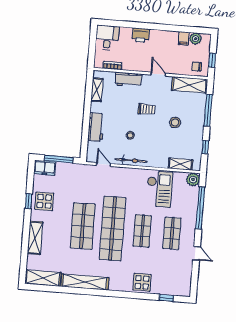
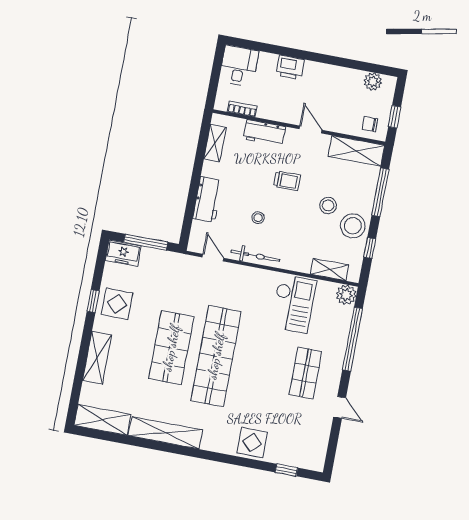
filing cabinet: (184, 38) -> (355, 79), removed
stool: (193, 134) -> (353, 226), added
shop shelf: (142, 231) -> (261, 365), removed

